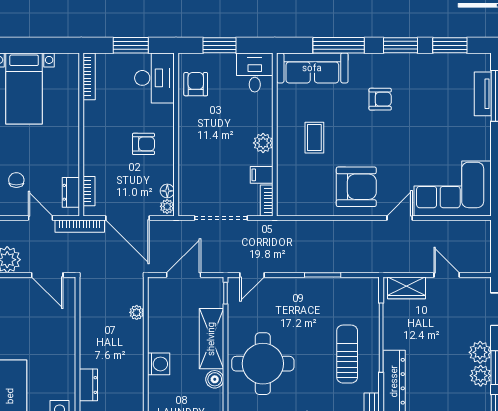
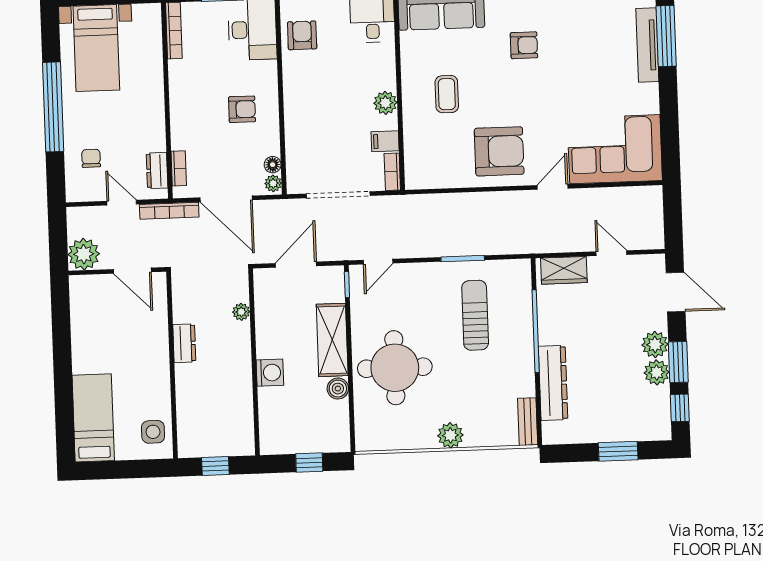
tv unit: (483, 94) -> (647, 45), width x1.41
sun lounger: (347, 354) -> (475, 315), moved
dresser: (88, 385) -> (184, 343), moved

